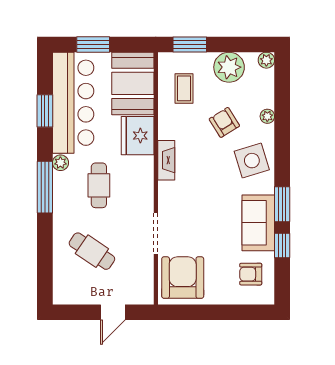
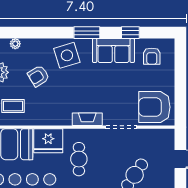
plant: (267, 116) -> (15, 44), moved
fireplace: (166, 160) -> (87, 119), moved
cafe table: (99, 185) -> (79, 159), moved, turned 90
window: (282, 204) -> (87, 33), moved

